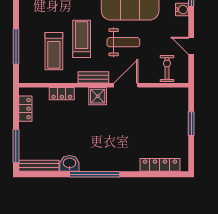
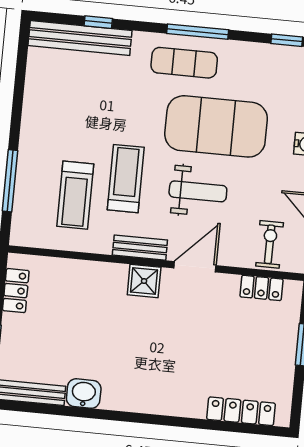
locker: (62, 94) -> (261, 288), moved
window: (95, 174) -> (126, 417), removed

